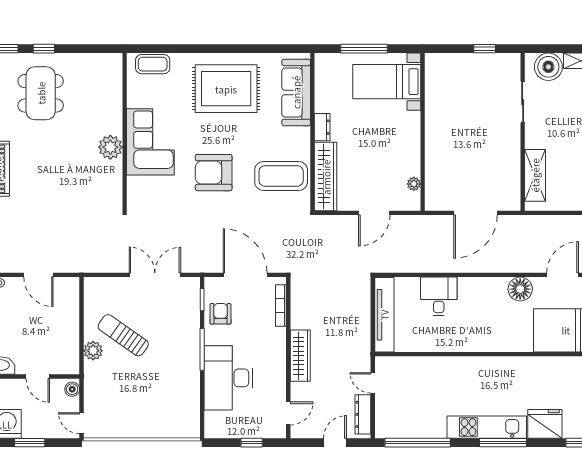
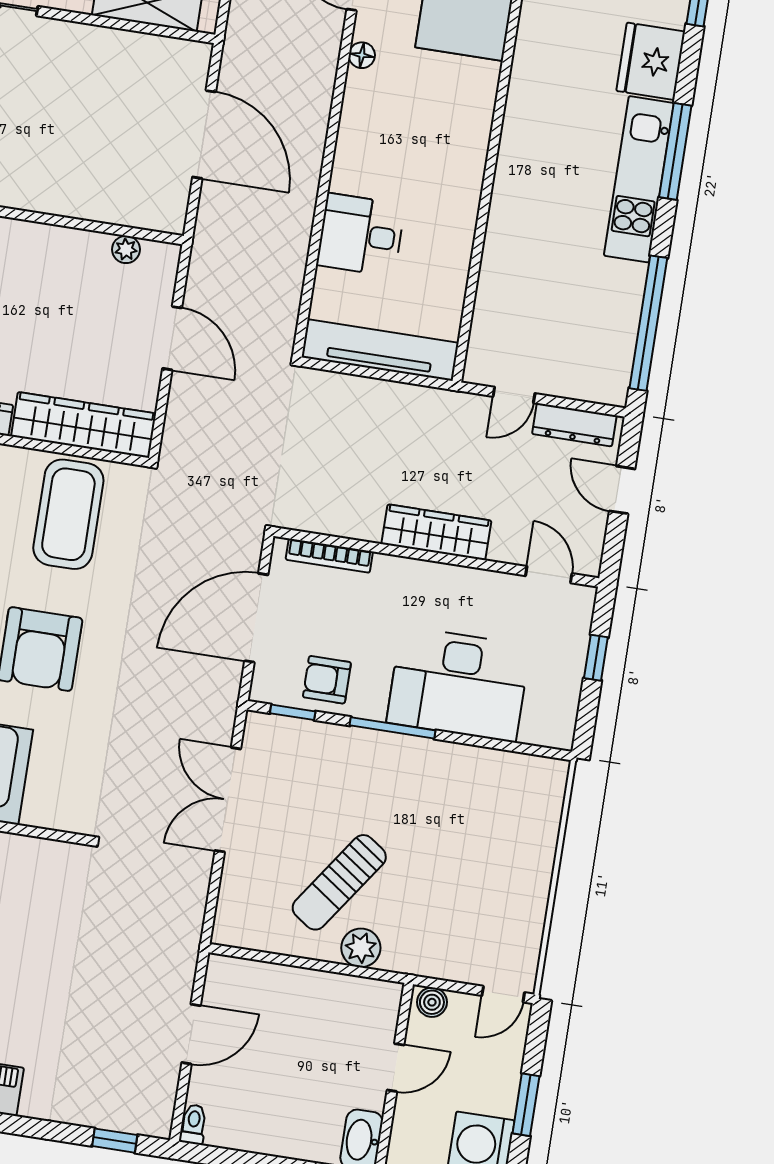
floor lamp: (520, 289) -> (362, 55), width x0.53, depth x0.53

